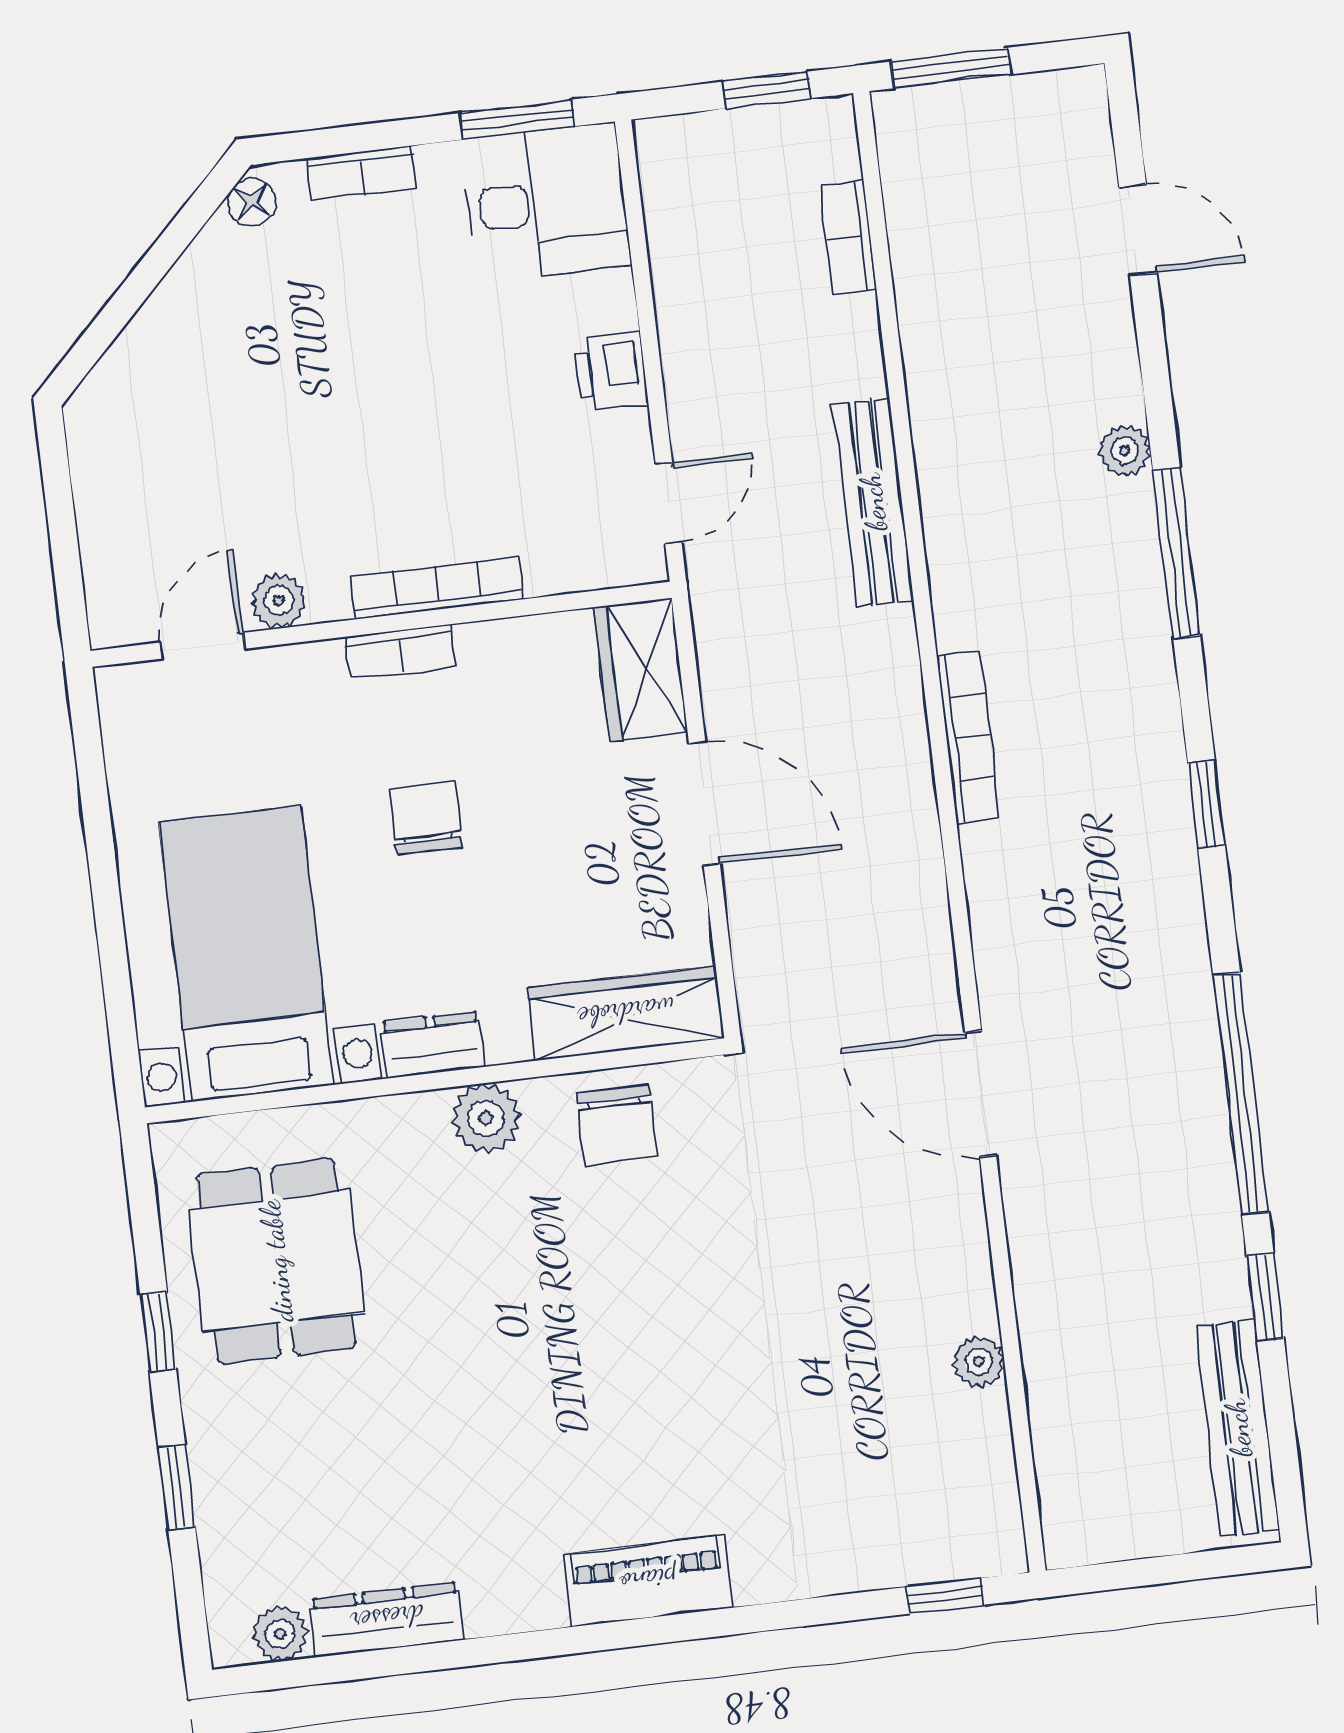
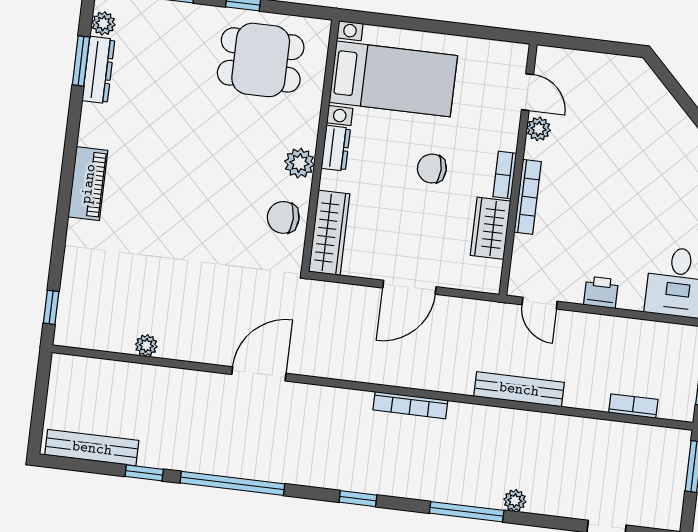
wardrobe: (641, 669) -> (490, 228), moved, turned -90
chair: (426, 818) -> (432, 169), turned 180
window: (376, 1664) -> (81, 61), added

